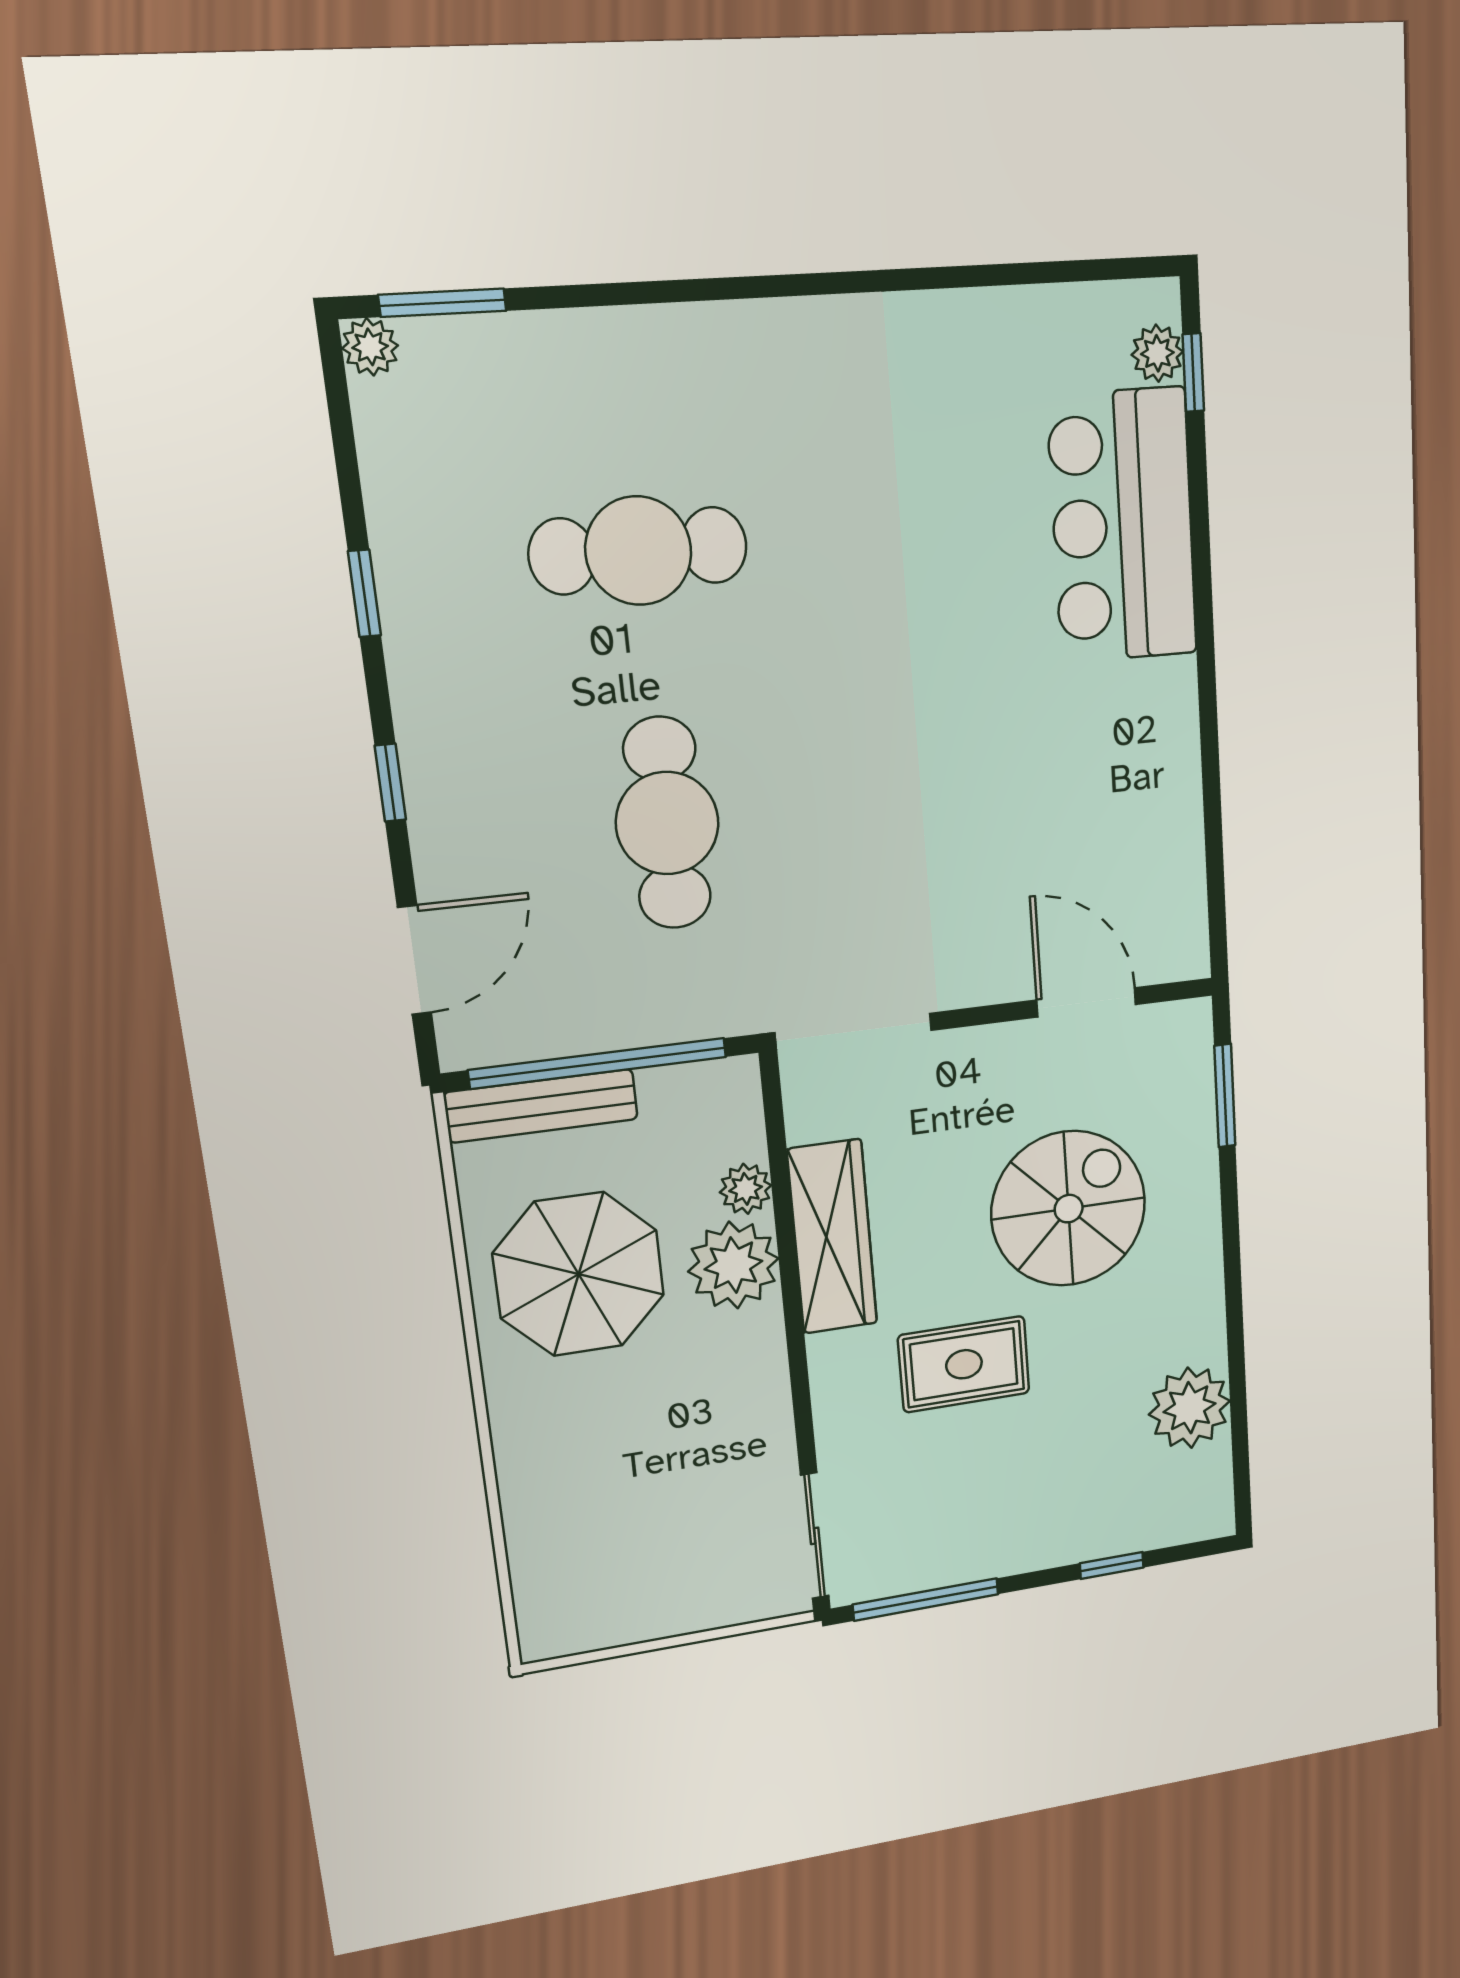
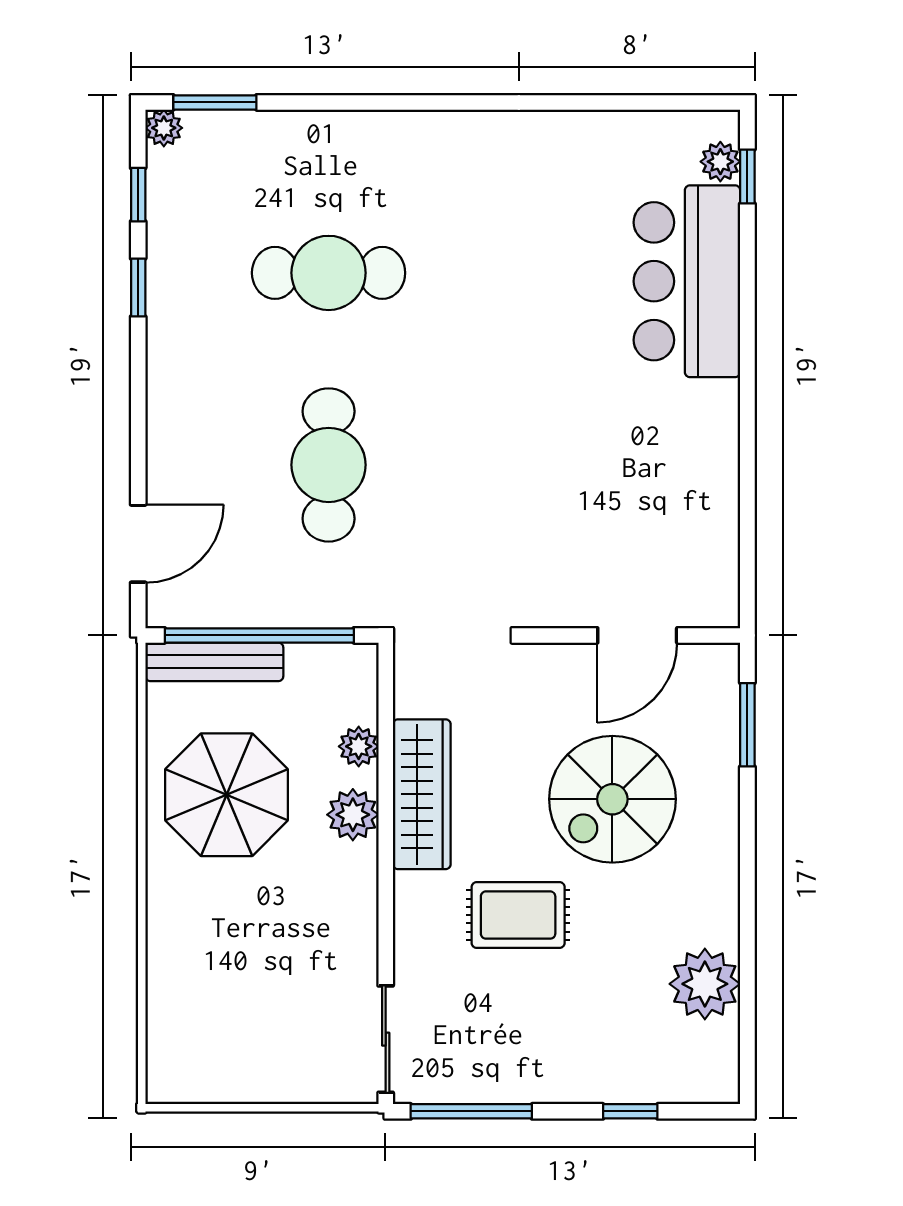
window: (390, 783) -> (138, 195), moved
door: (1086, 1002) -> (637, 635), swing flipped
spiral stairs: (1069, 1209) -> (612, 799), turned 180
plant: (733, 1265) -> (353, 815), width x0.73, depth x0.73

